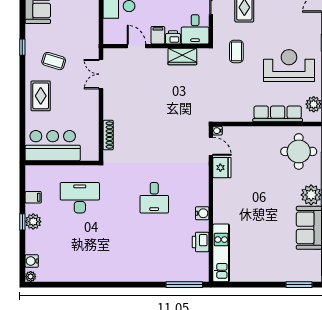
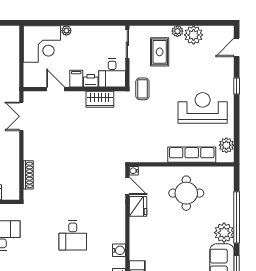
coffee table: (236, 51) -> (142, 89), moved
round table: (299, 151) -> (186, 193), moved

